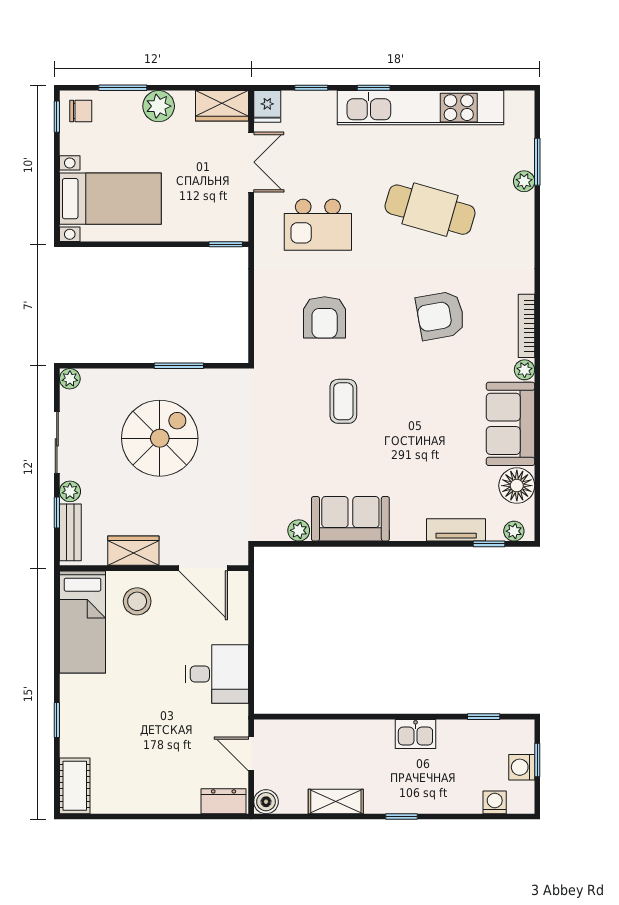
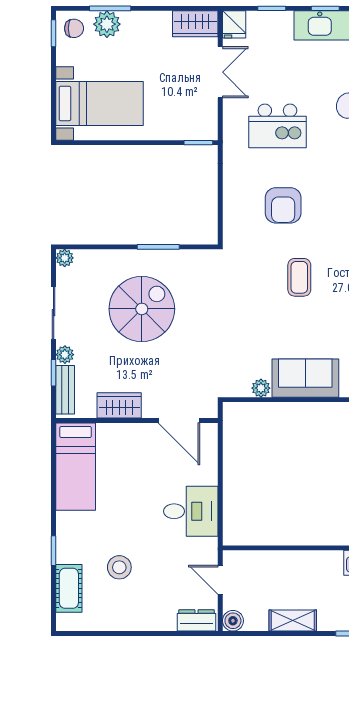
plant: (159, 106) -> (107, 24), moved
stool: (137, 601) -> (119, 567), moved
cot: (75, 786) -> (69, 588), moved

